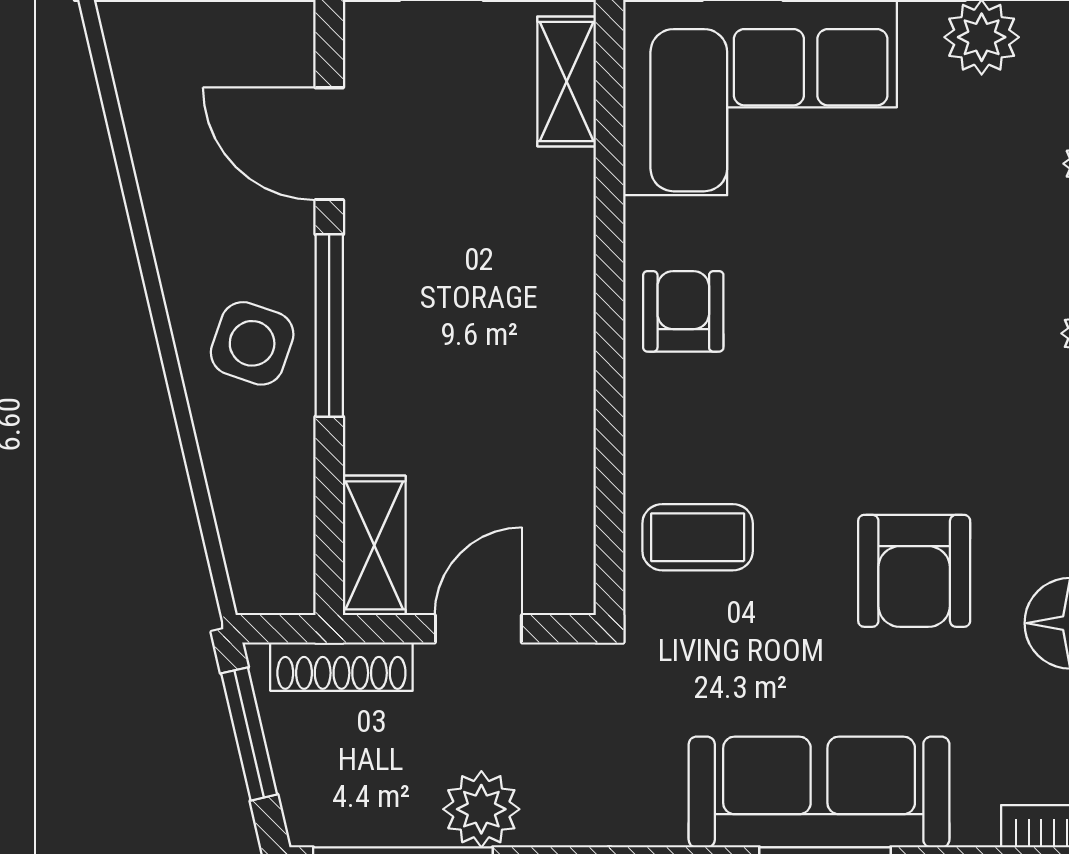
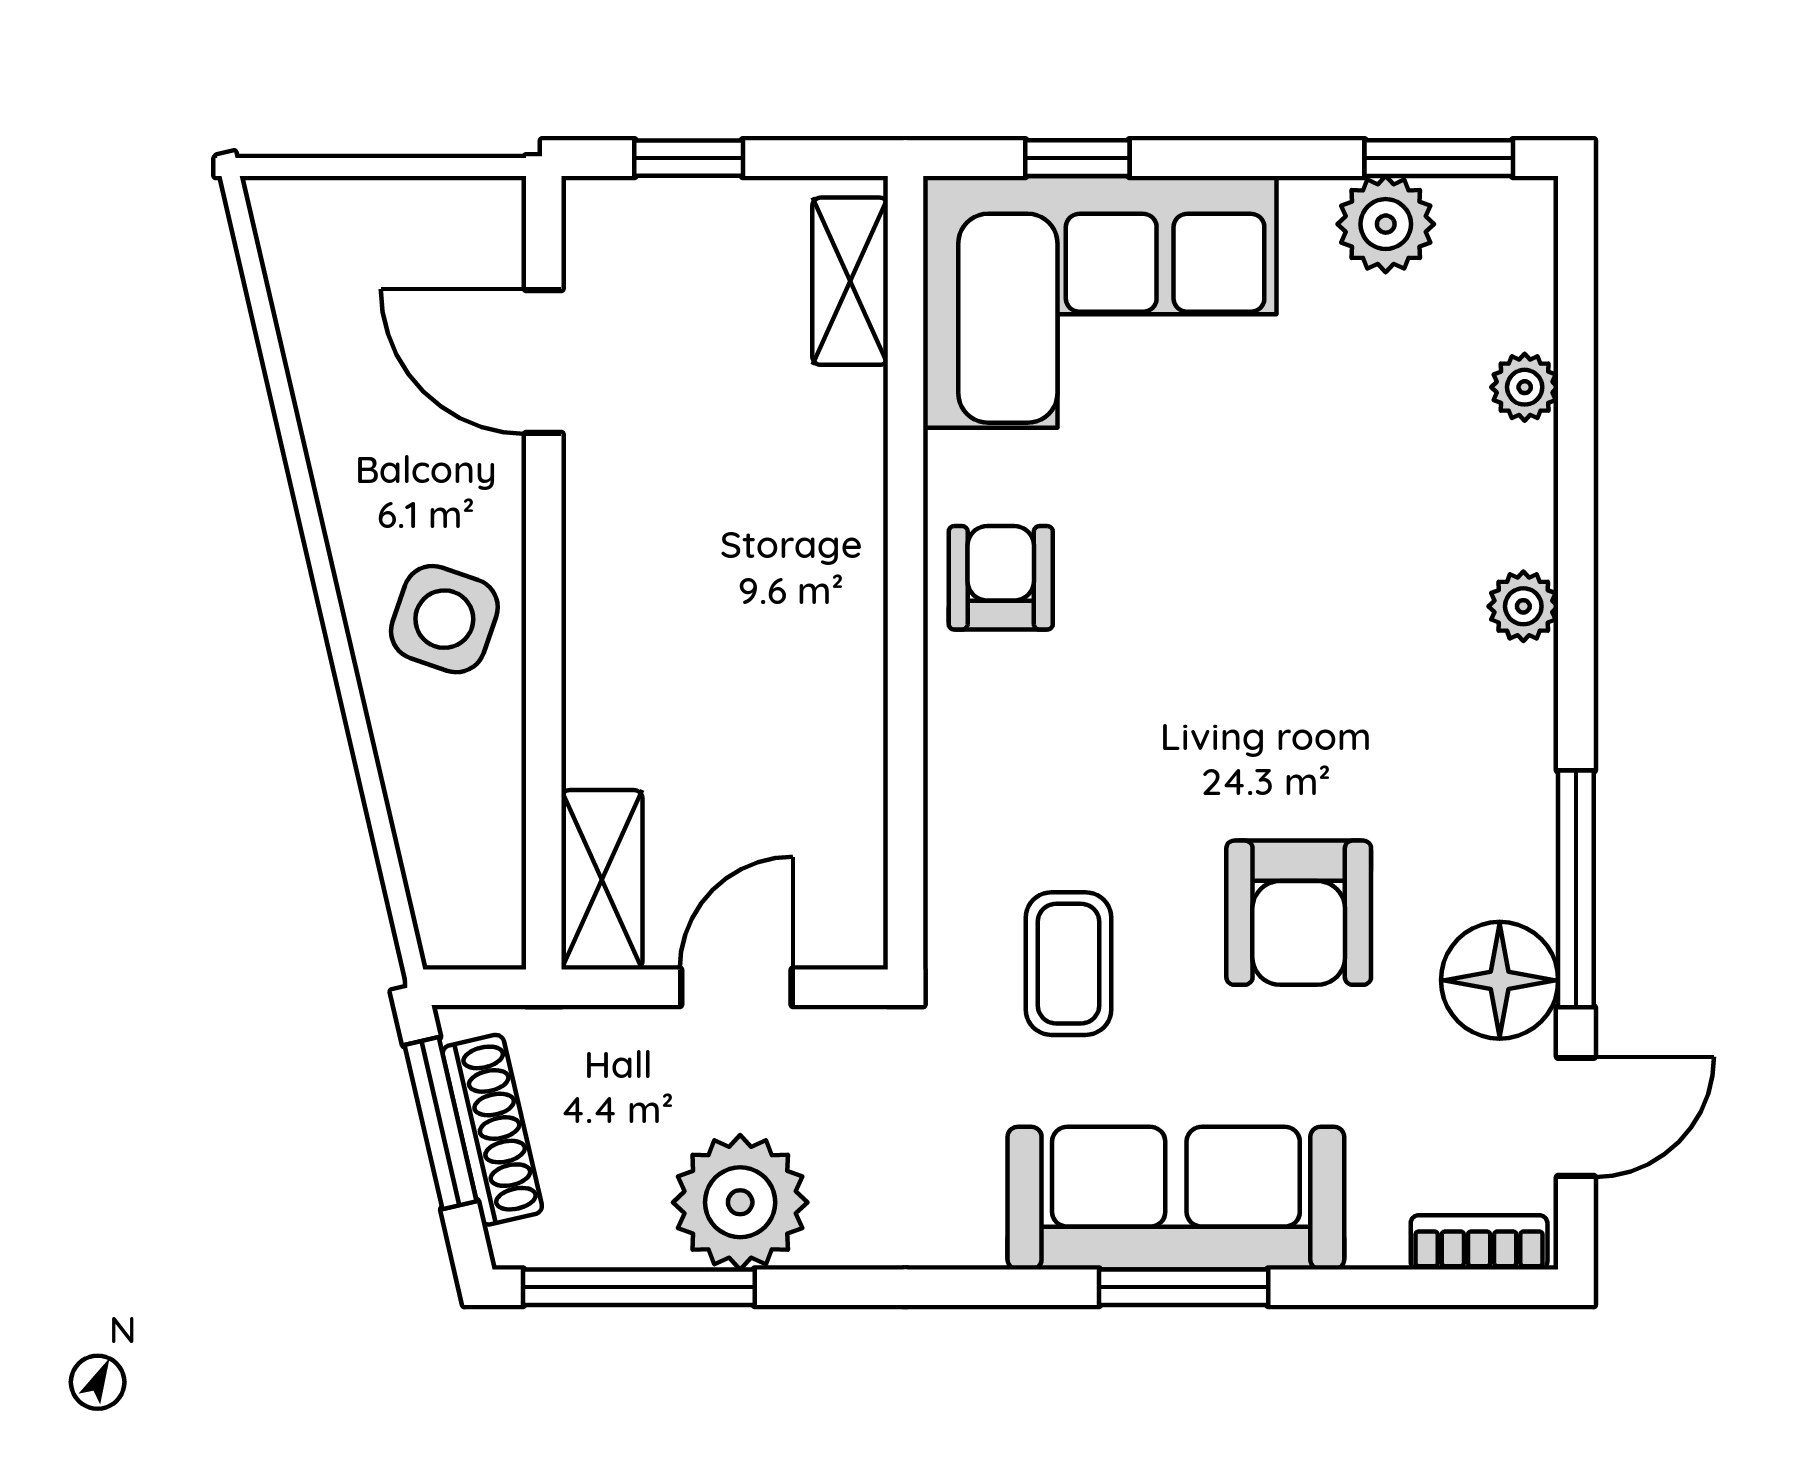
window: (329, 325) -> (544, 596), removed
coffee table: (698, 537) -> (1069, 964), moved, turned 90
shoe rack: (341, 667) -> (492, 1130), moved, turned -103
plant: (481, 809) -> (740, 1202), width x1.36, depth x1.36

